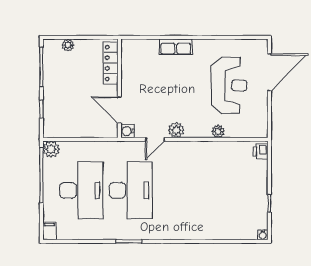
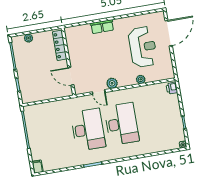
water cooler: (127, 131) -> (79, 90), removed
door: (155, 139) -> (99, 92), hinge flipped
plant: (51, 149) -> (29, 111), removed
desk: (81, 190) -> (122, 124), moved

